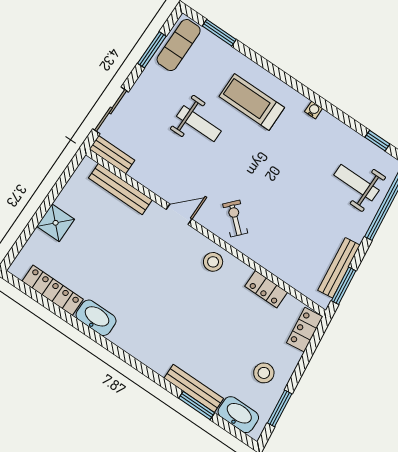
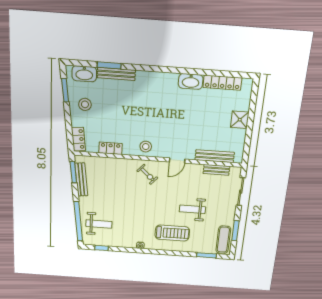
bench: (112, 155) -> (216, 170), moved

